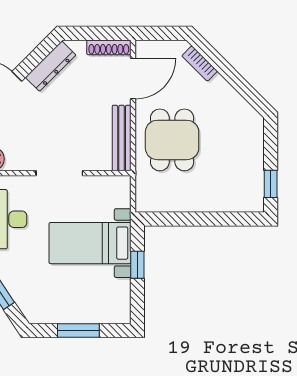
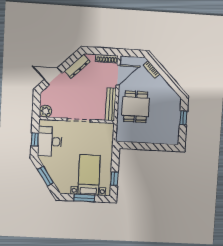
window: (271, 184) -> (183, 118), moved
bed with nightstands: (90, 243) -> (89, 175), moved, turned 90
window: (137, 265) -> (114, 179), moved

